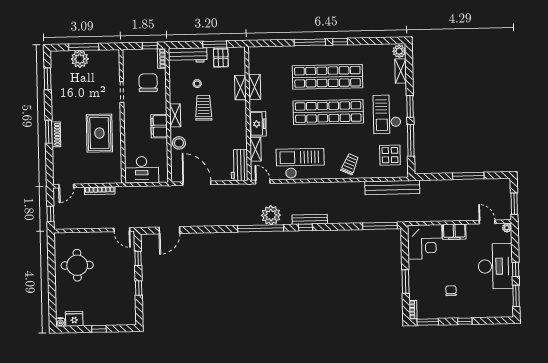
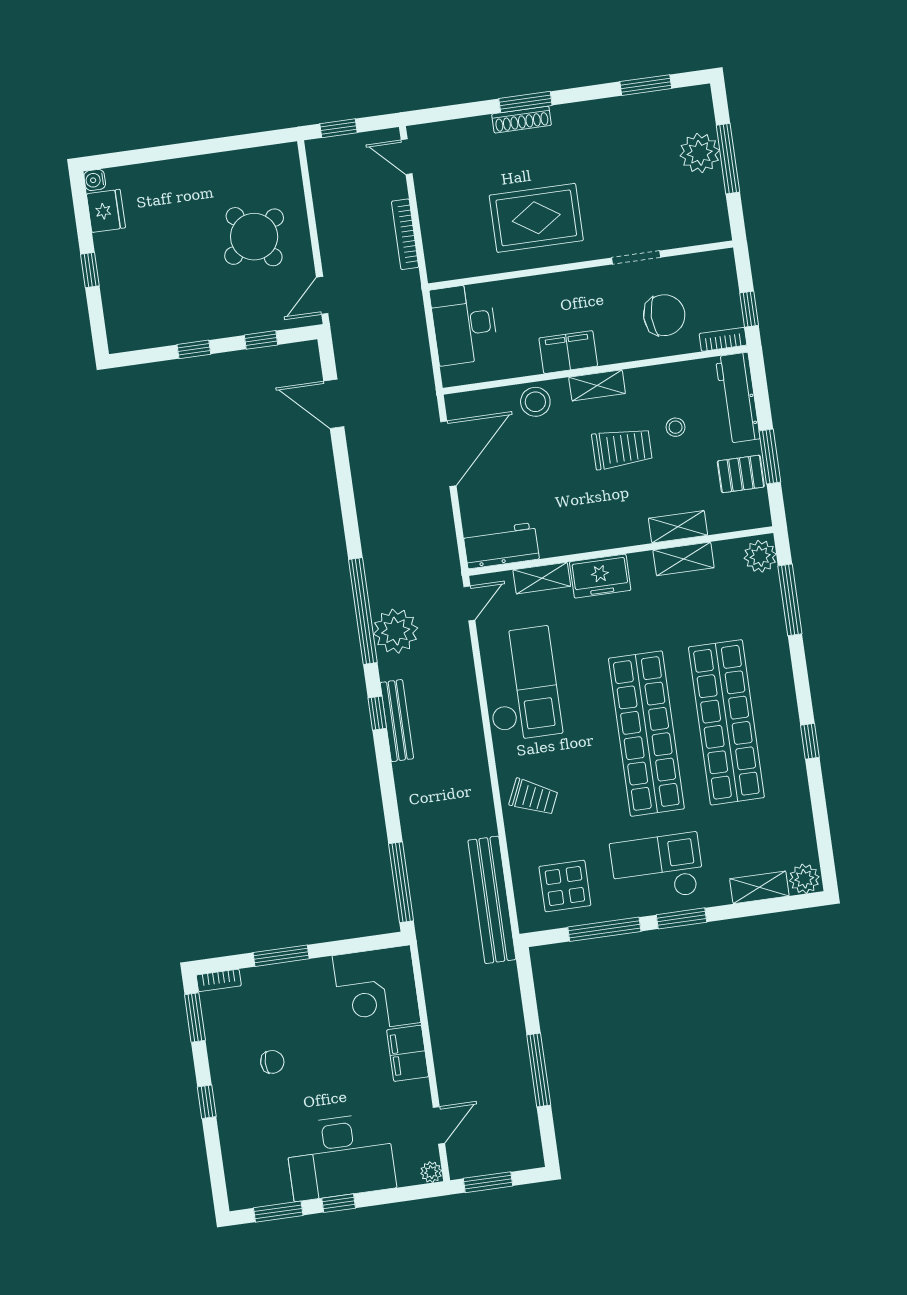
window: (310, 42) -> (790, 600), moved
plant: (257, 54) -> (760, 556), added
round table: (77, 265) -> (254, 237), moved, turned -35

